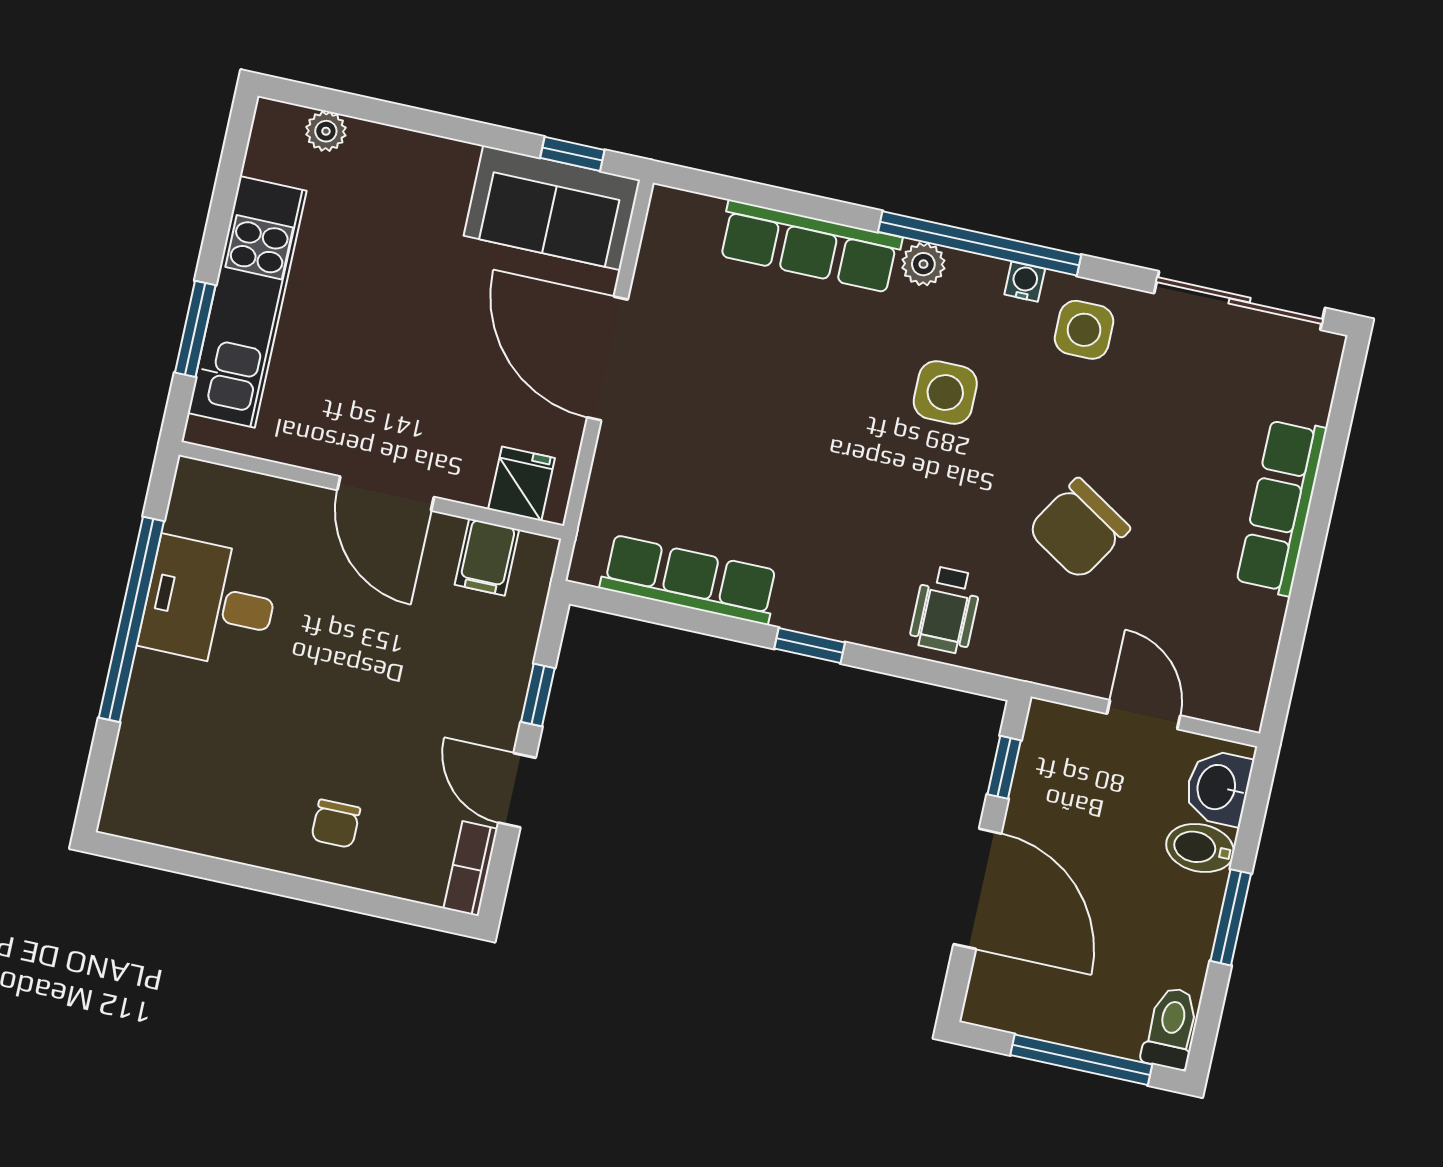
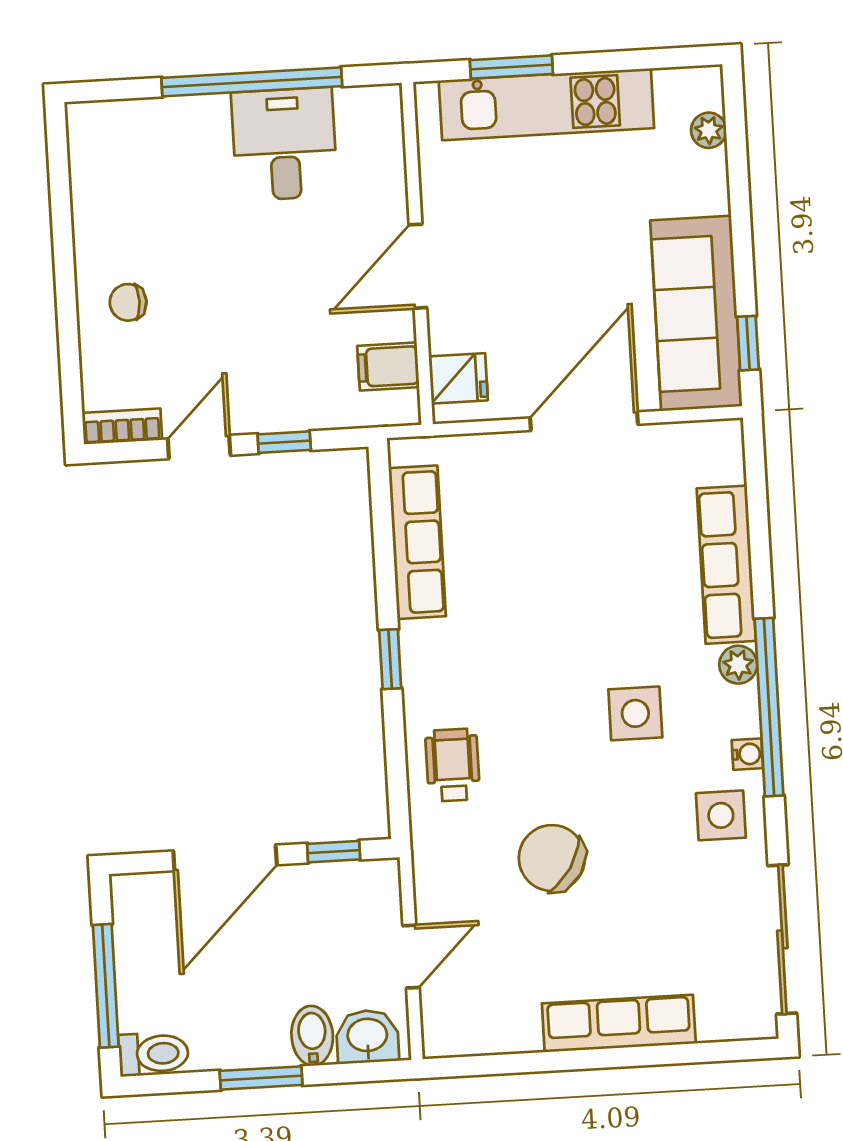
sofa: (552, 208) -> (696, 313), width x1.36
wheelchair: (946, 610) -> (453, 765), turned 90

